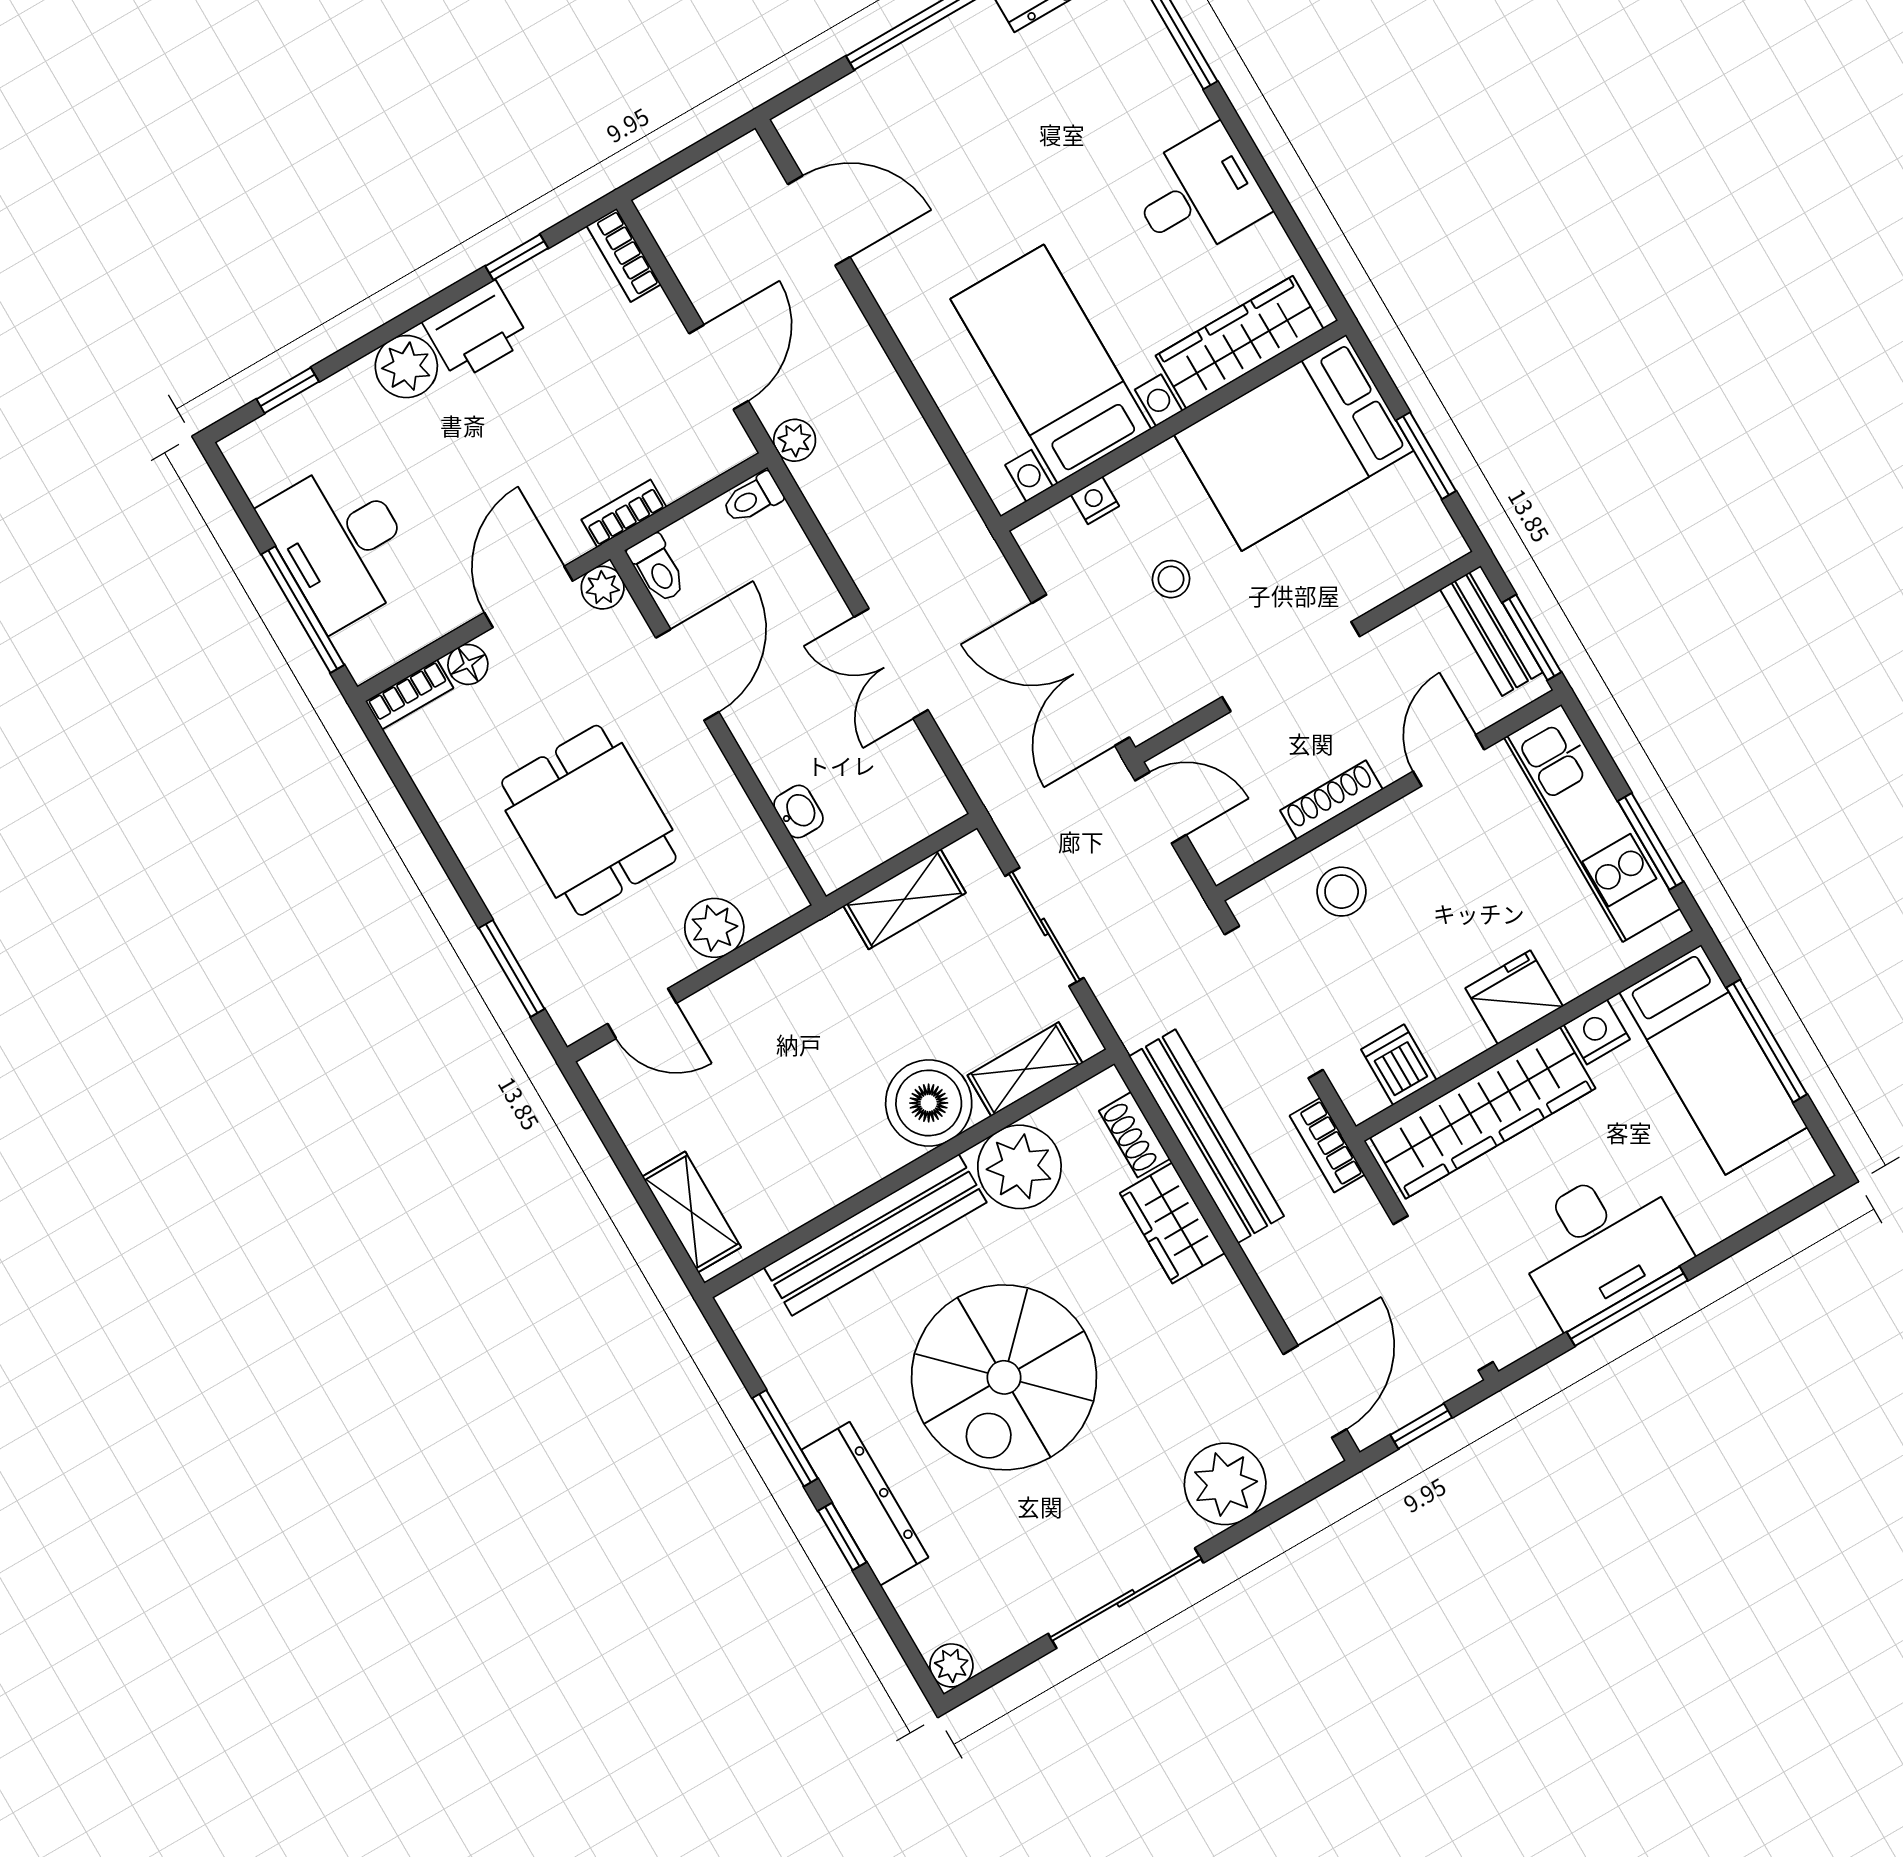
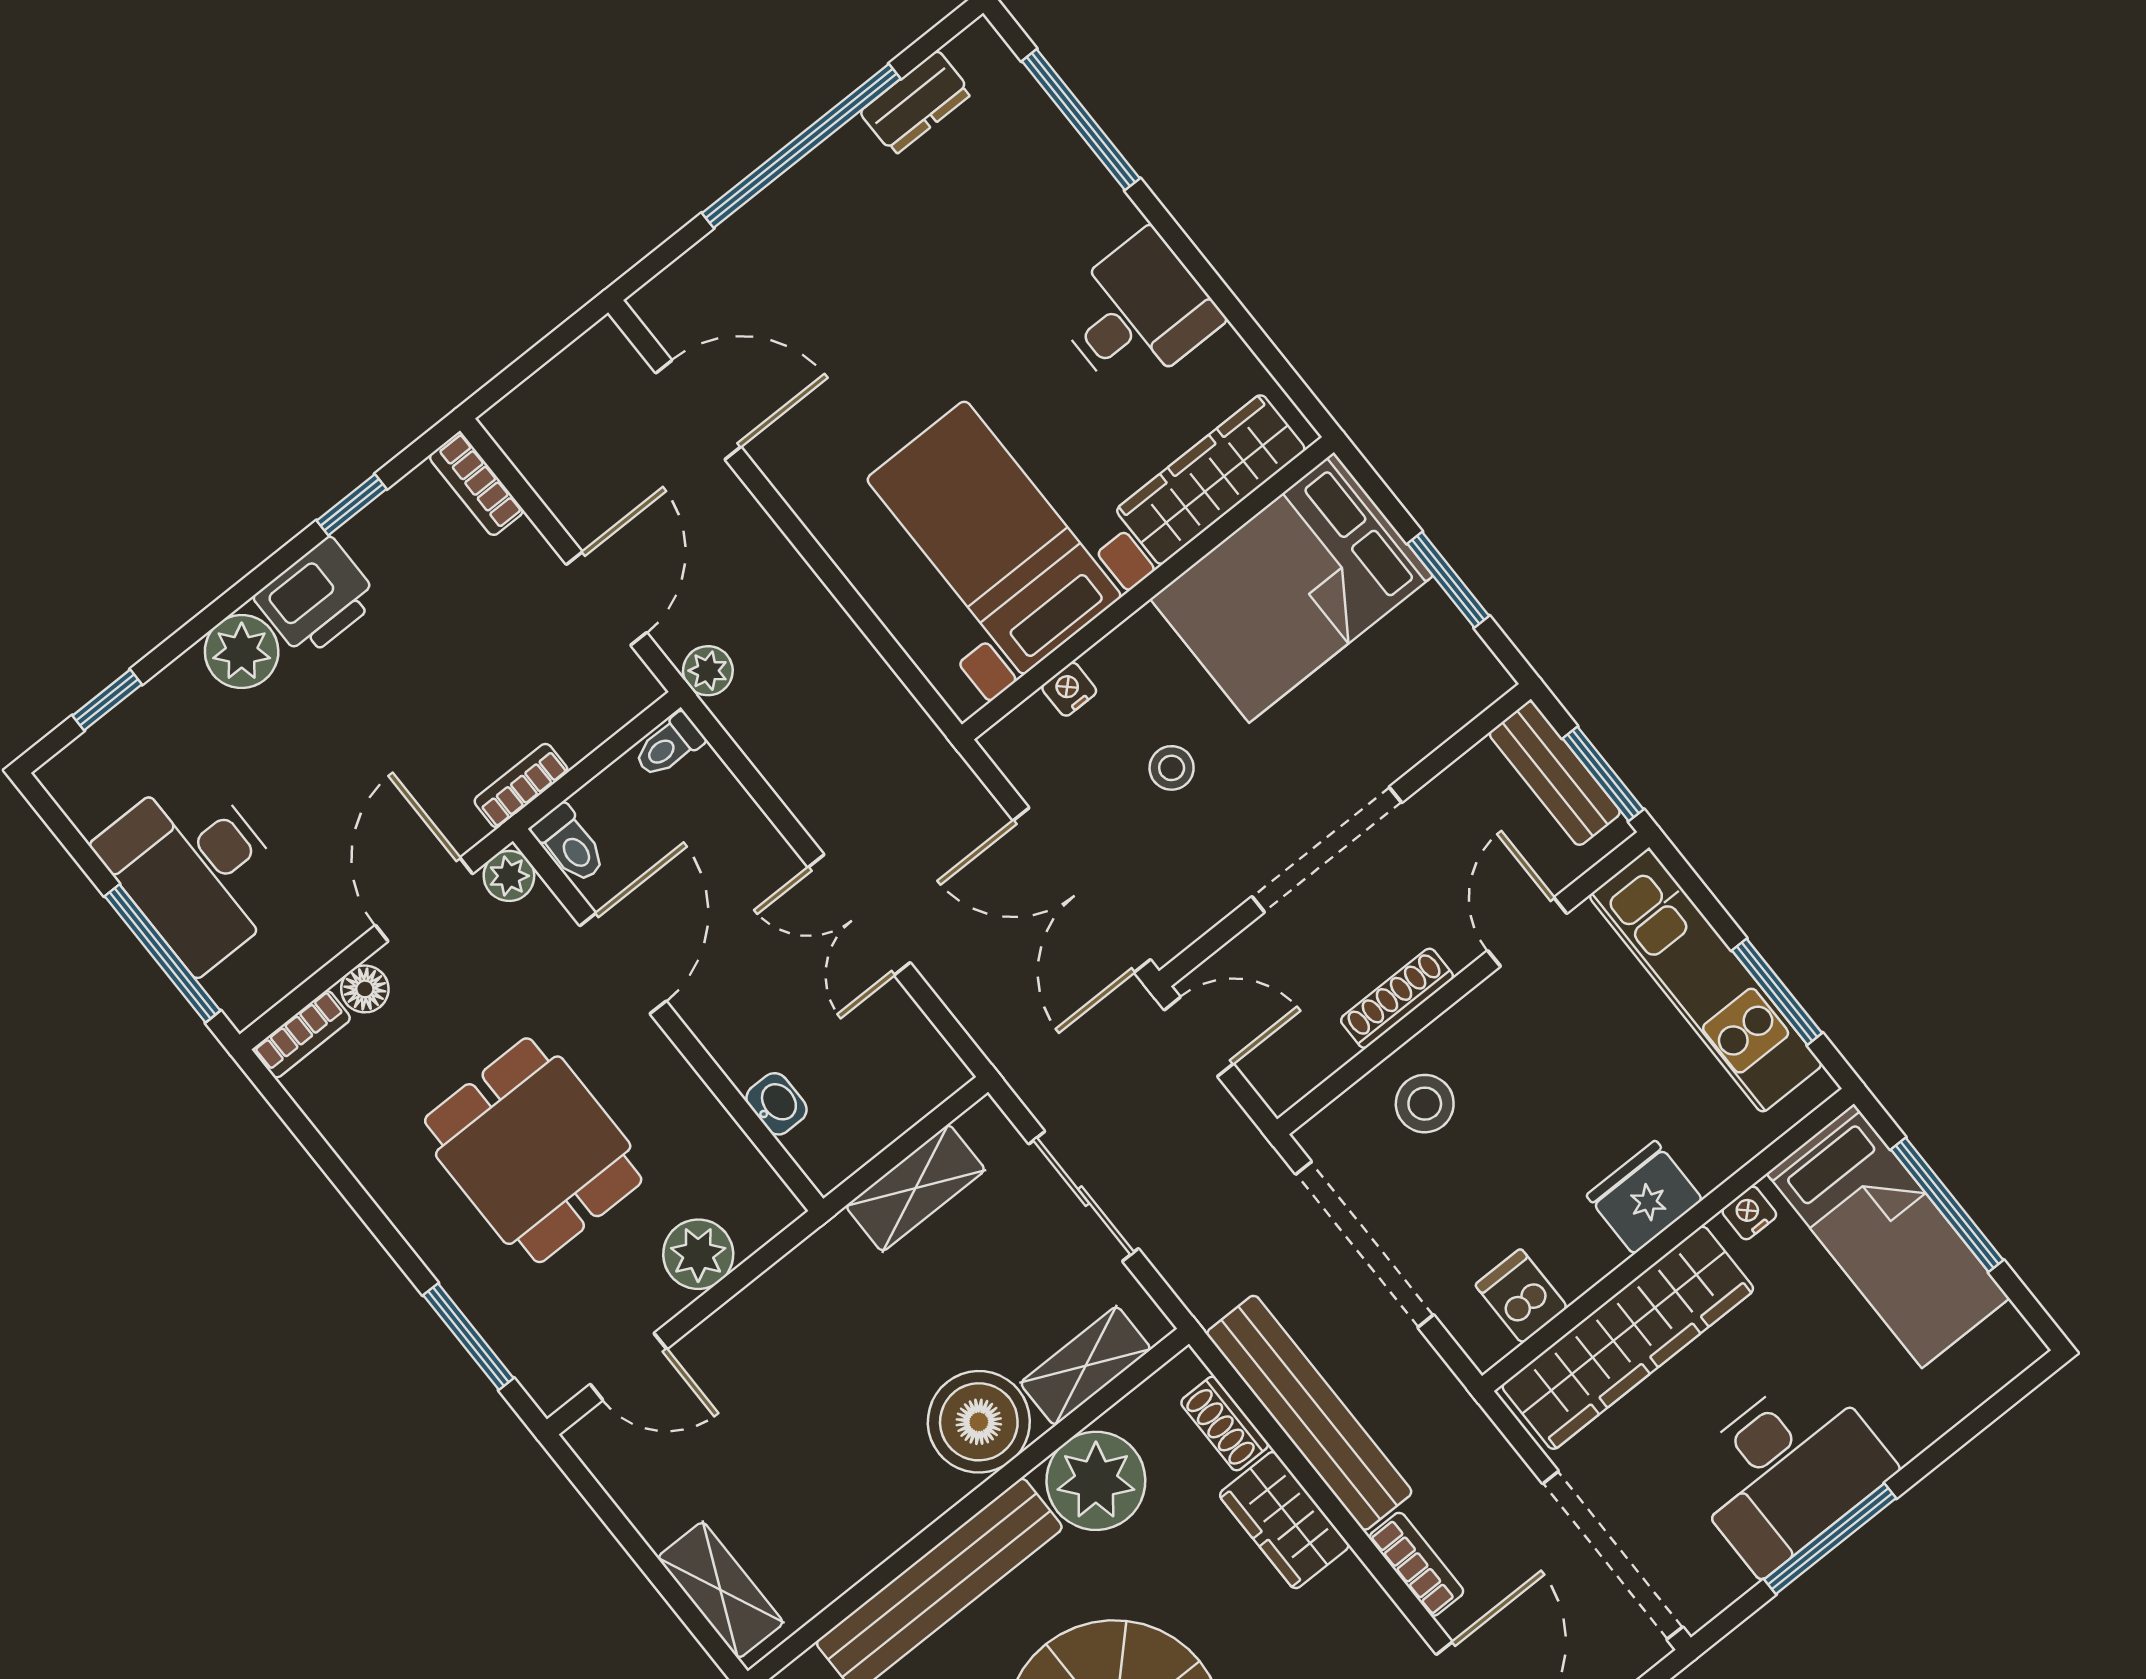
nightstand: (1597, 1032) -> (1749, 1213), width x0.72, depth x0.74
bookcase: (1327, 1145) -> (1416, 1564), moved, turned 180

